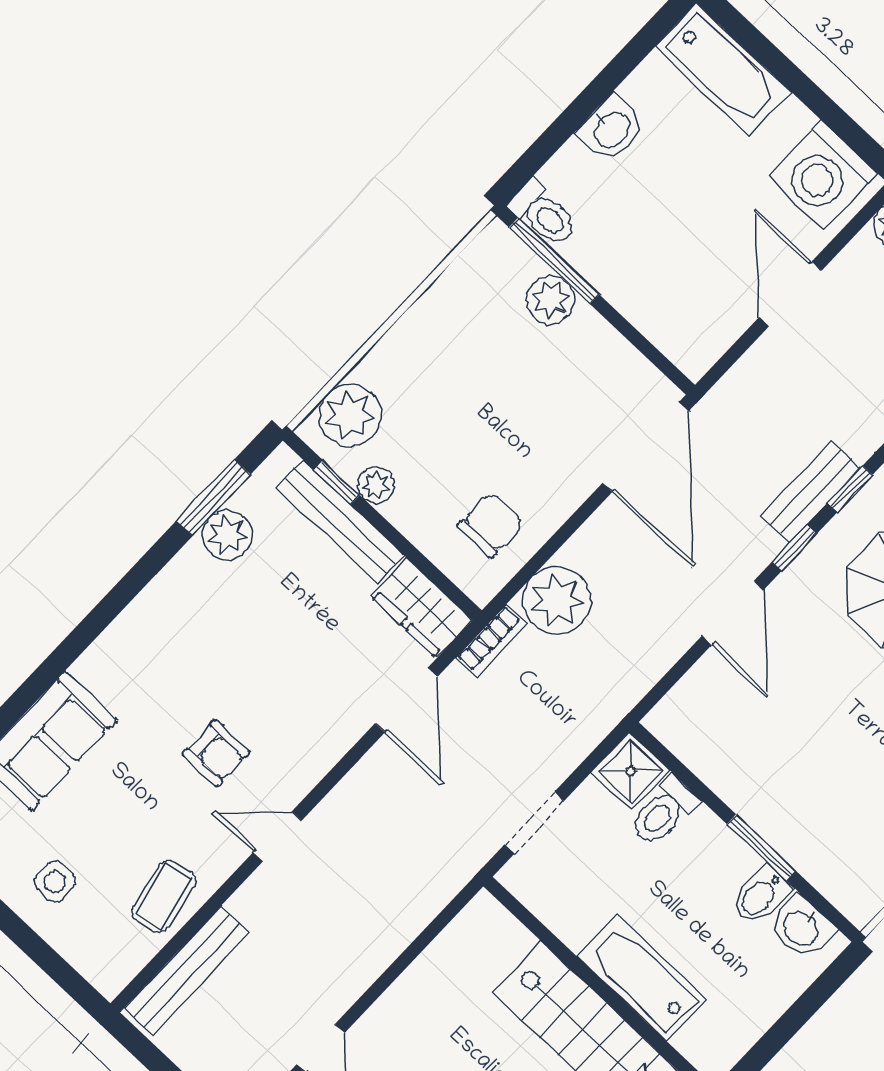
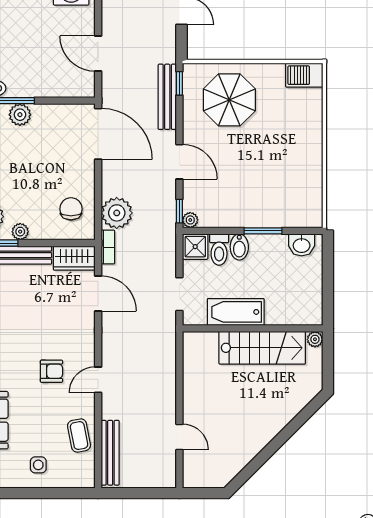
door: (790, 294) -> (98, 54), moved
bench: (811, 492) -> (167, 97), width x1.36
window: (794, 548) -> (179, 211), moved
plant: (663, 721) -> (190, 220), added
bidet: (761, 895) -> (239, 247), moved
bathtub: (642, 978) -> (236, 312), moved

